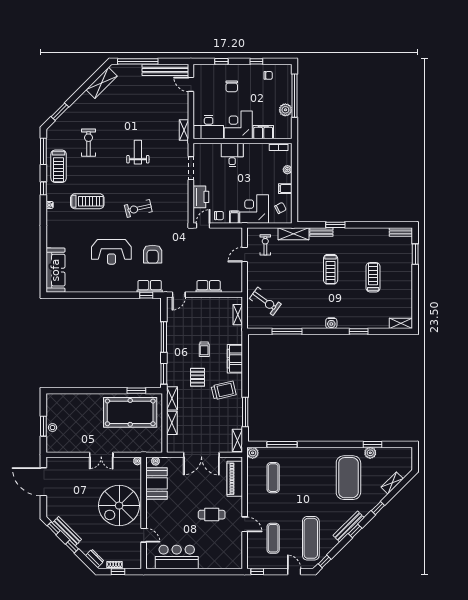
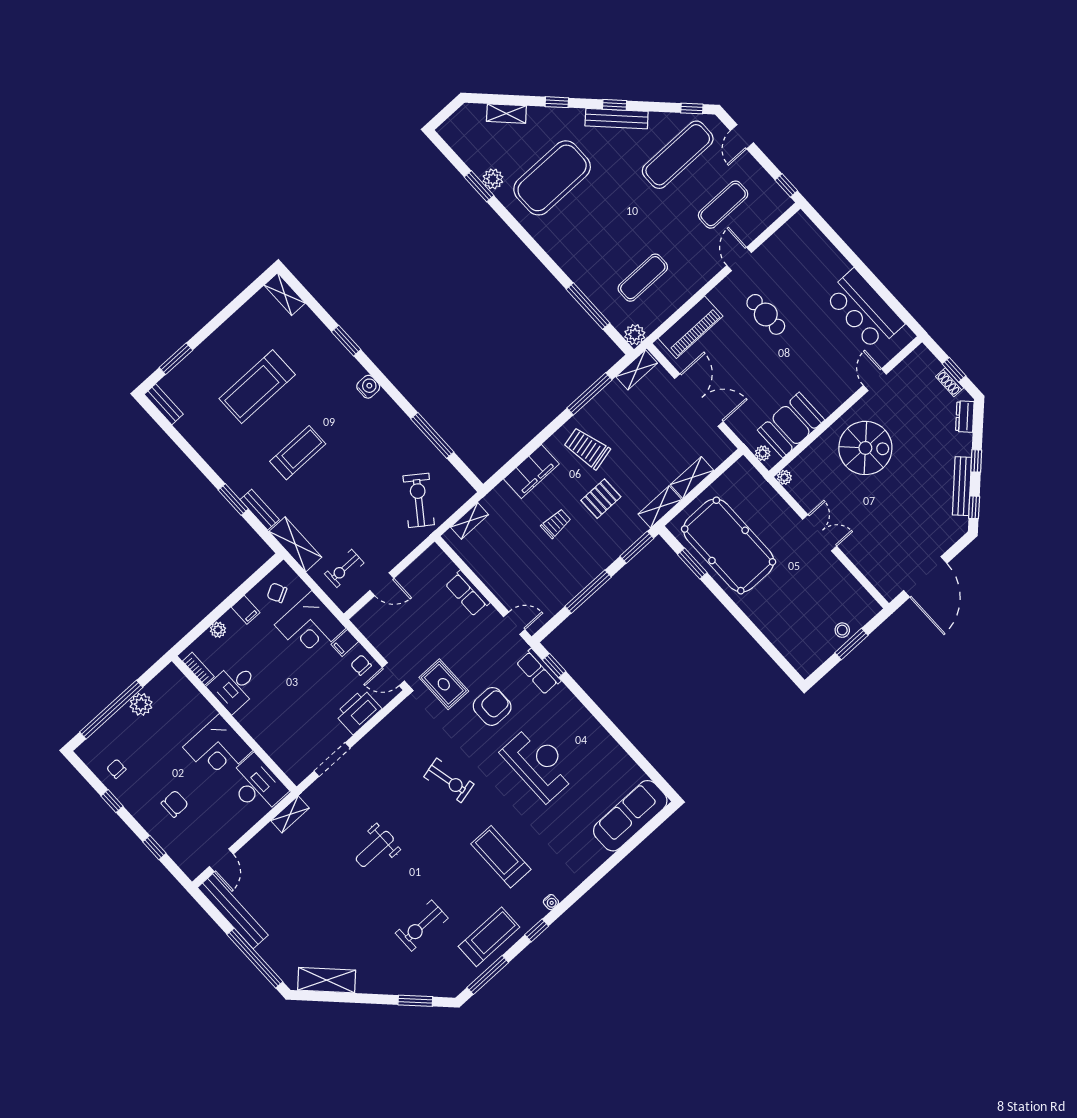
filing cabinet: (263, 132) -> (197, 707), removed
desk: (232, 155) -> (234, 687), moved
rug: (180, 243) -> (444, 684), added
treadmill: (373, 277) -> (257, 387), width x1.37, depth x1.38
spiral stairs: (119, 506) -> (865, 448), width x0.73, depth x0.73

